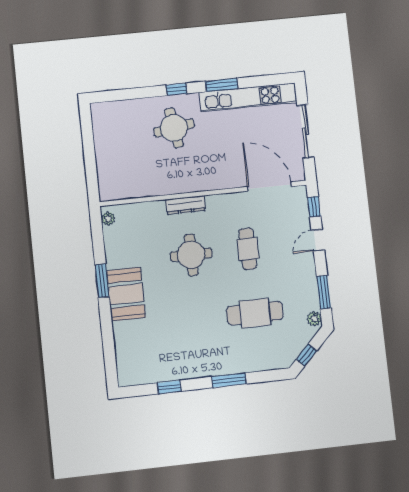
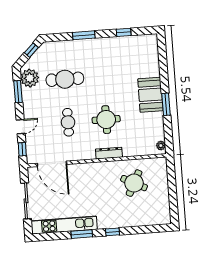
round table: (174, 128) -> (134, 183), moved, turned 36
plant: (314, 319) -> (30, 78), width x1.87, depth x1.87

